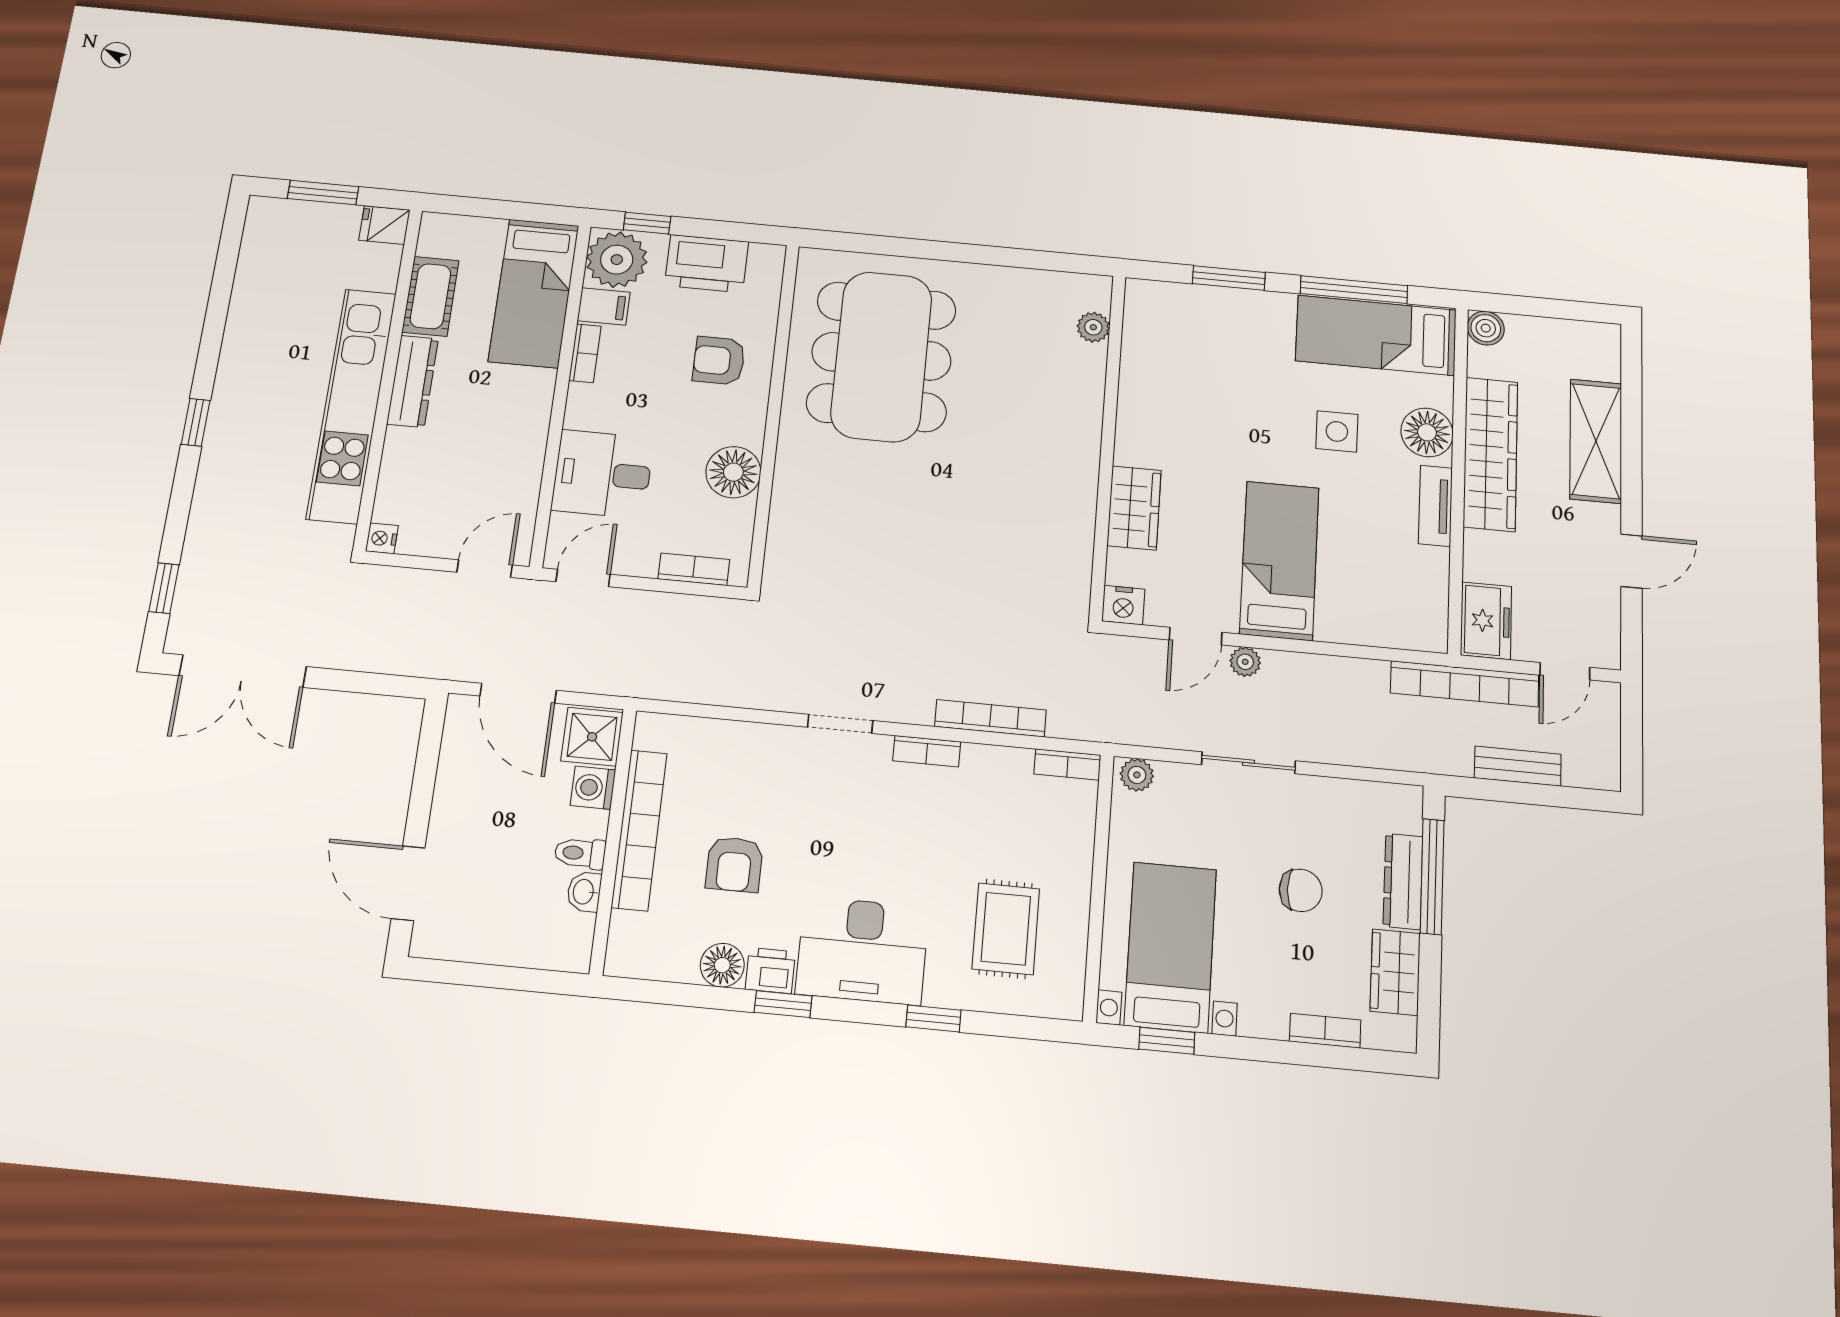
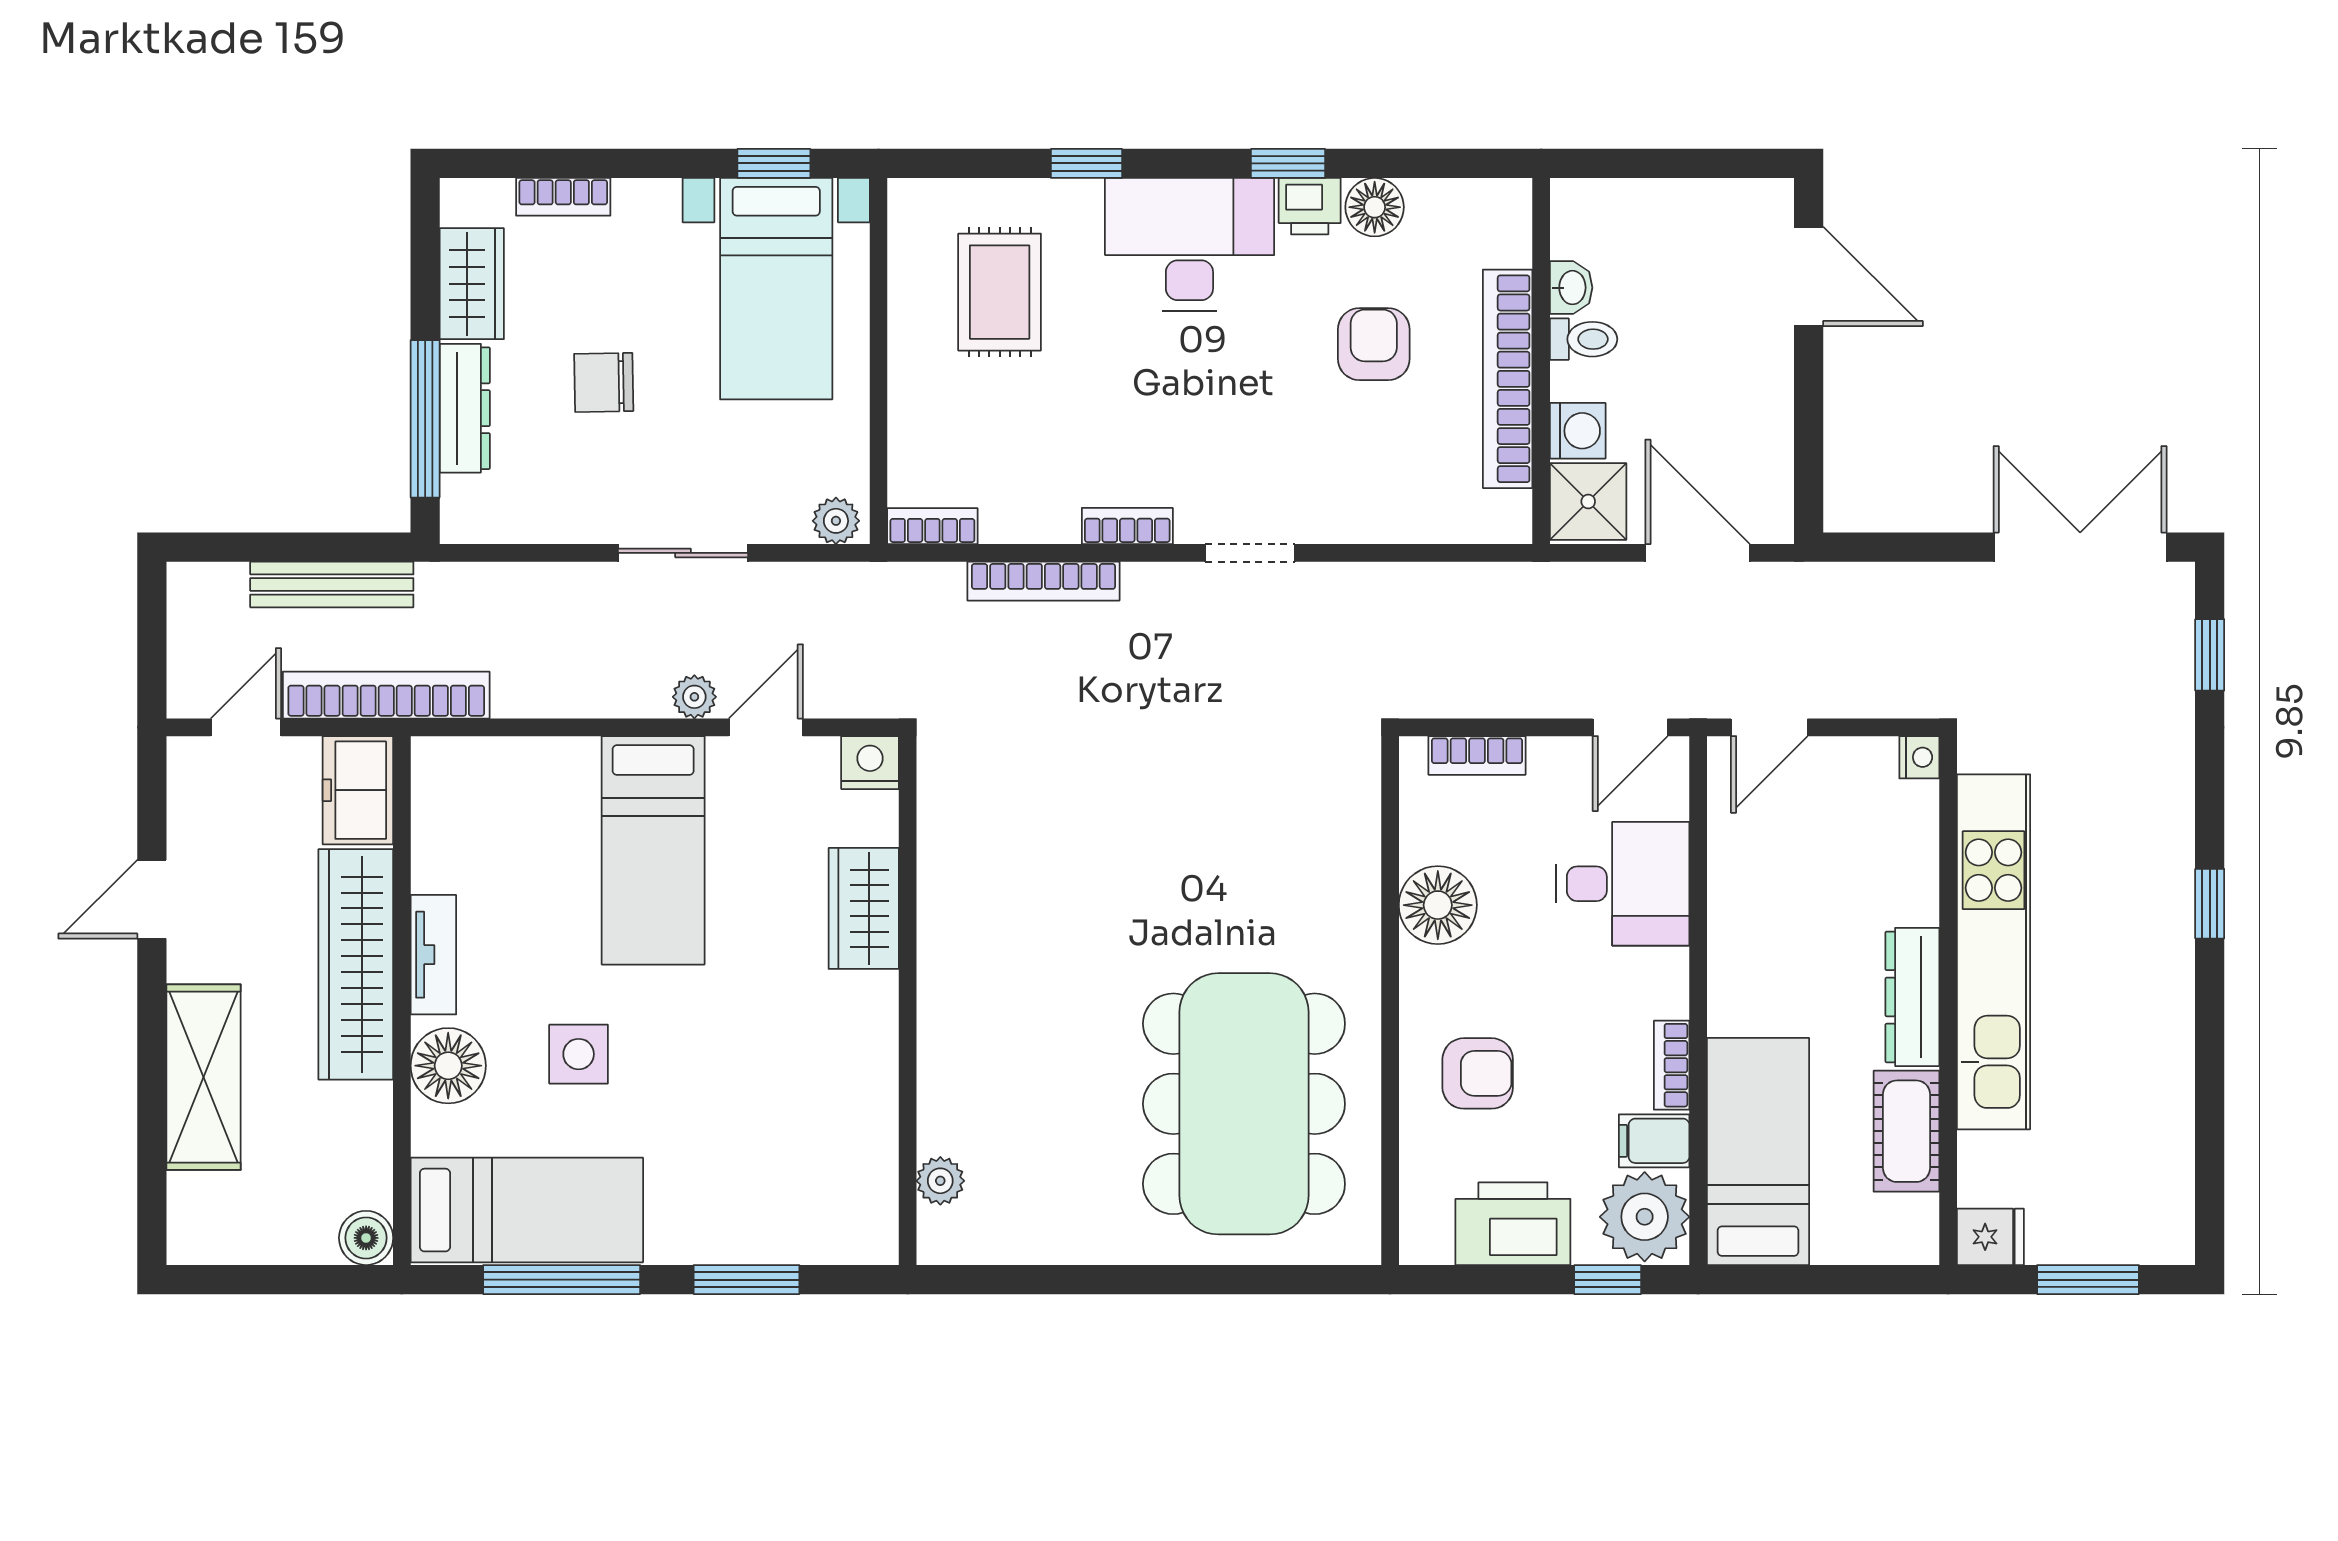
wardrobe: (1490, 454) -> (356, 964), moved
bench: (1518, 766) -> (332, 584), width x1.36

